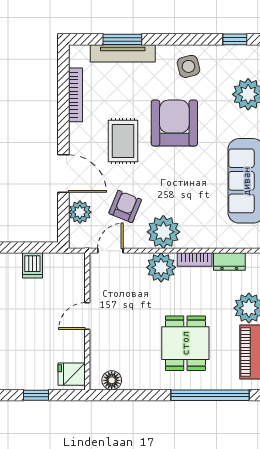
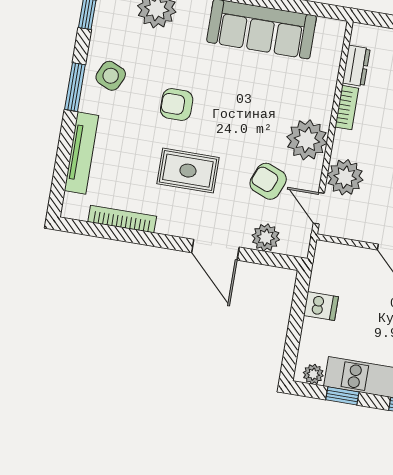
window: (122, 39) -> (75, 87), moved
side table: (188, 66) -> (111, 76), turned 38
armchair: (174, 123) -> (177, 104), width x0.53, depth x0.53
door: (63, 173) -> (215, 250), swing flipped
plant: (161, 267) -> (345, 177), moved

